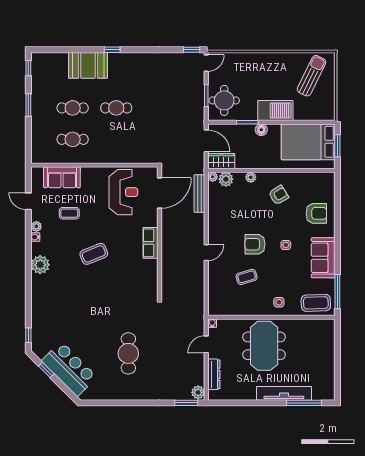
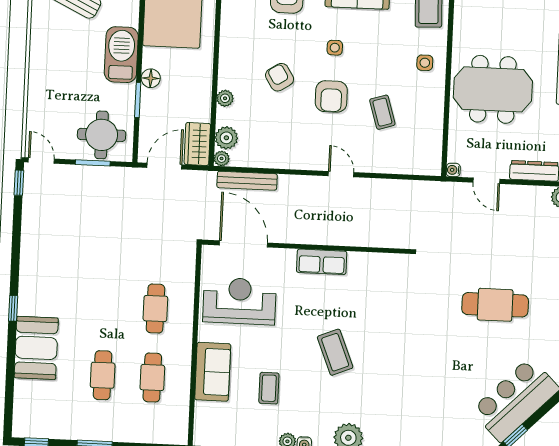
cafe table: (116, 108) -> (155, 309), moved
sofa: (62, 177) -> (213, 372), moved
armchair: (278, 195) -> (280, 77), moved

